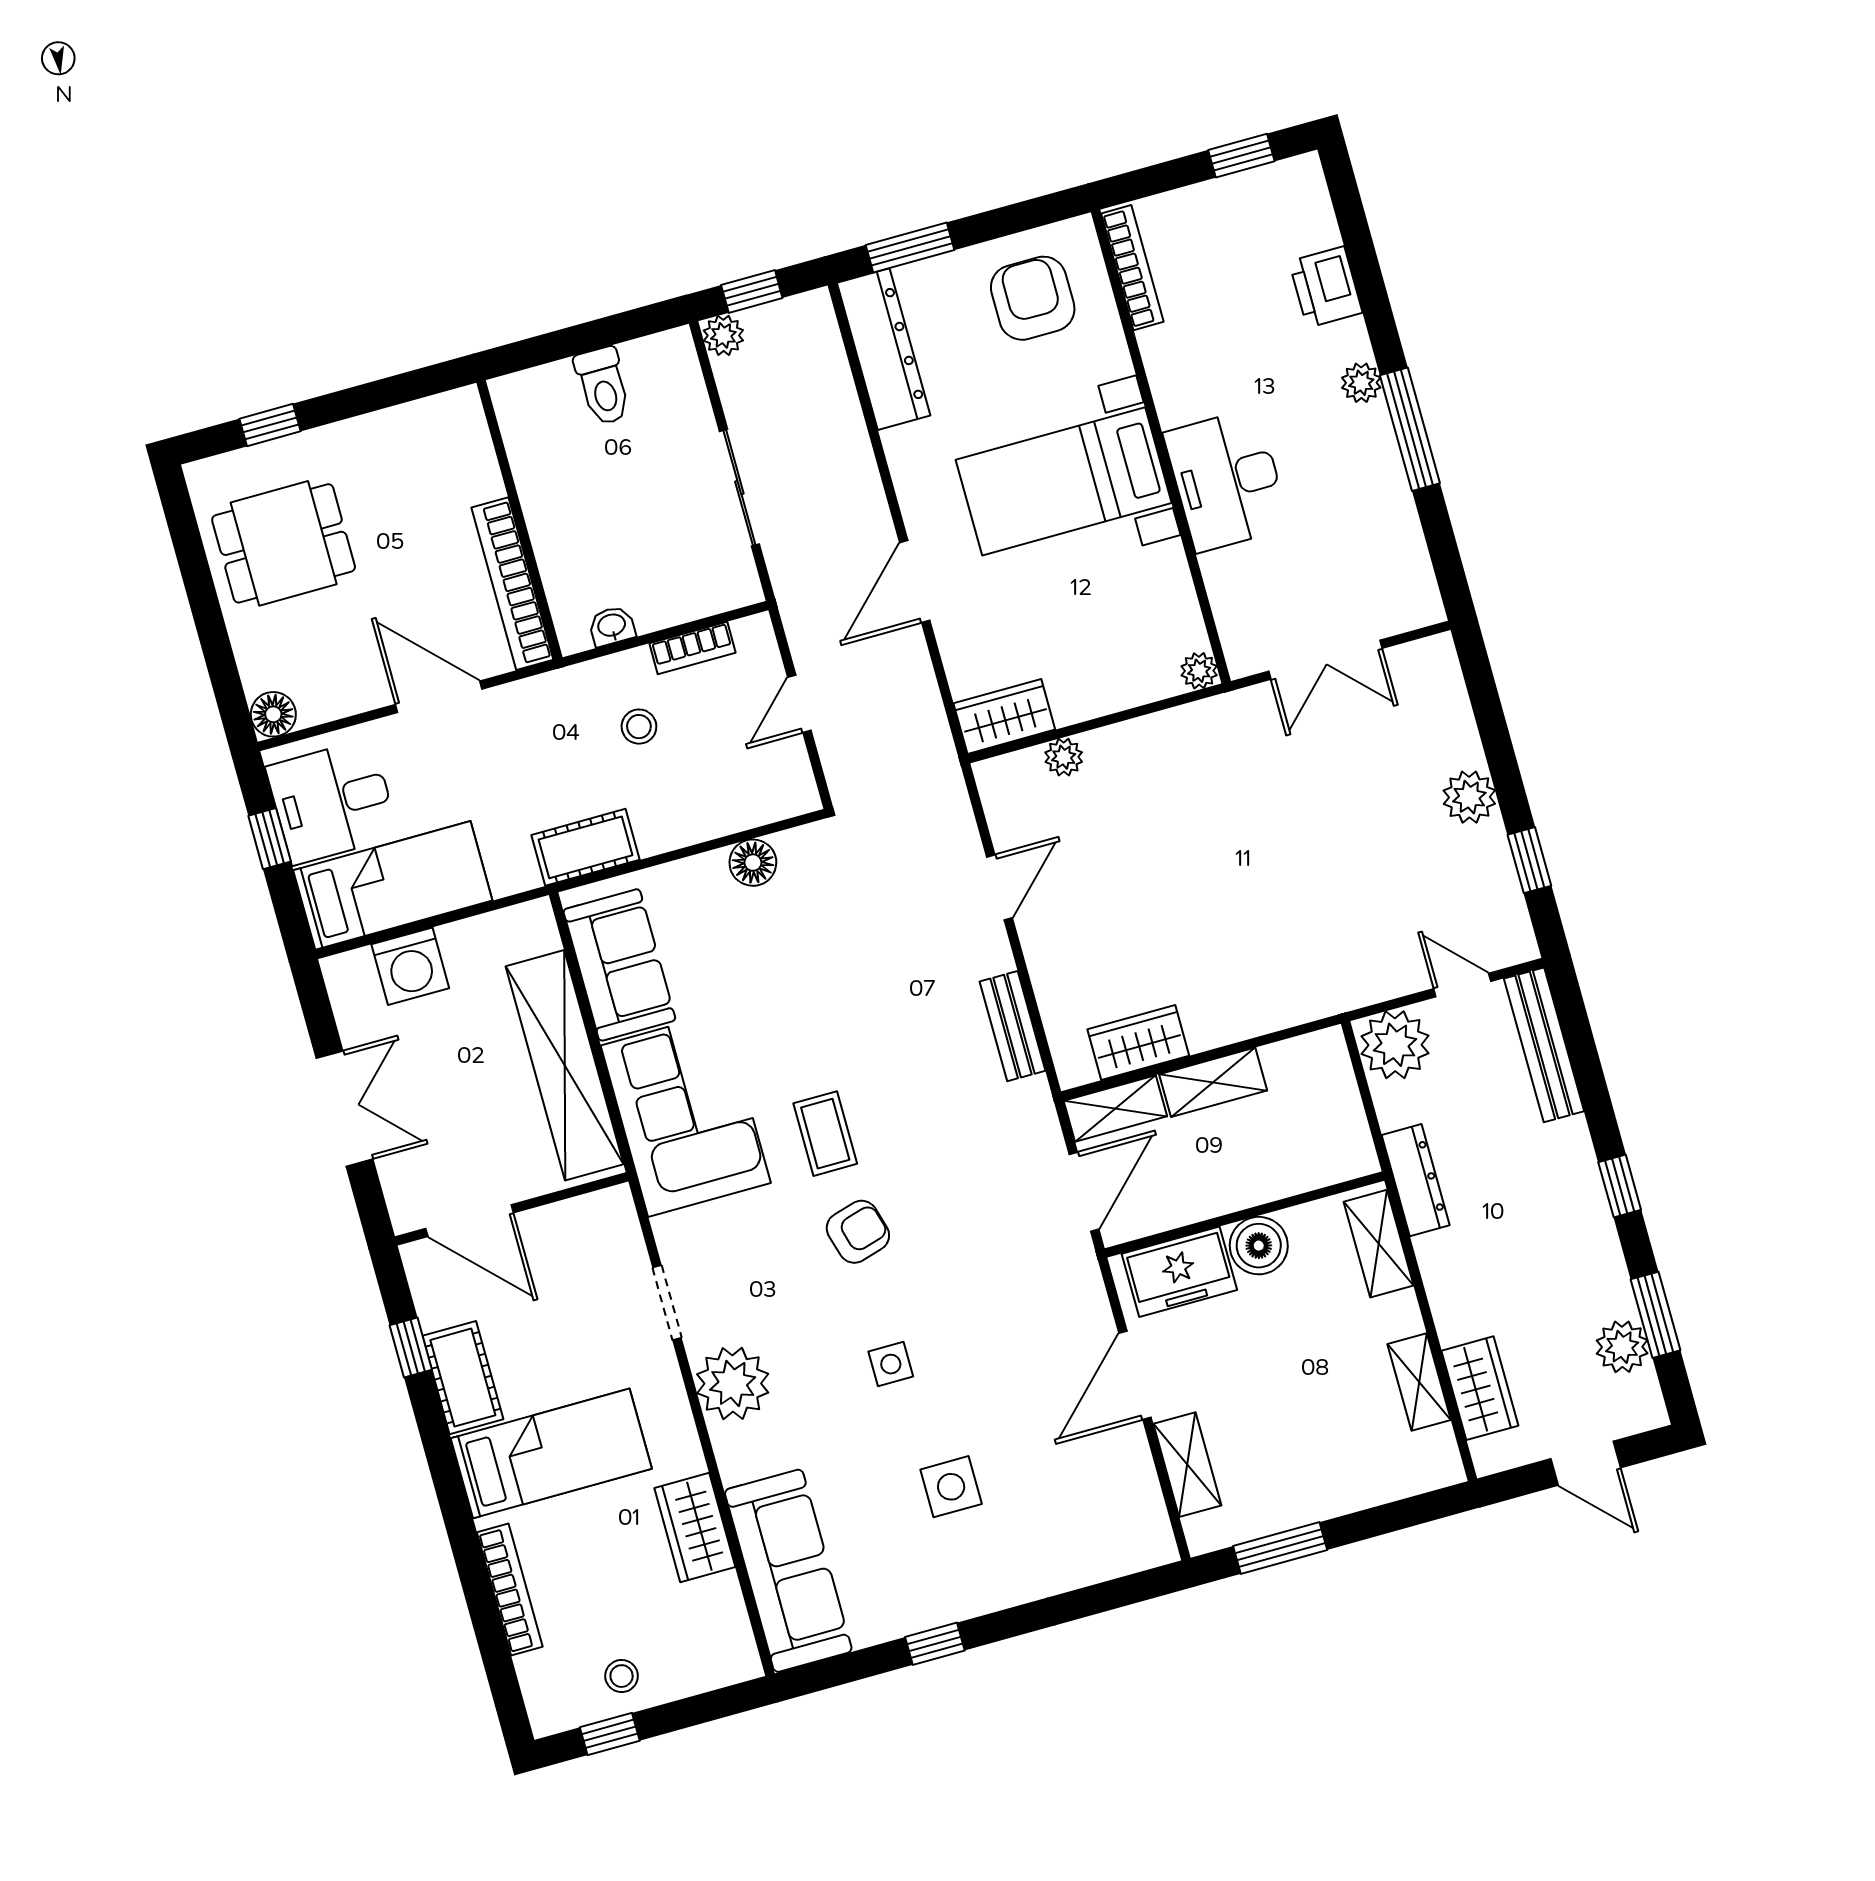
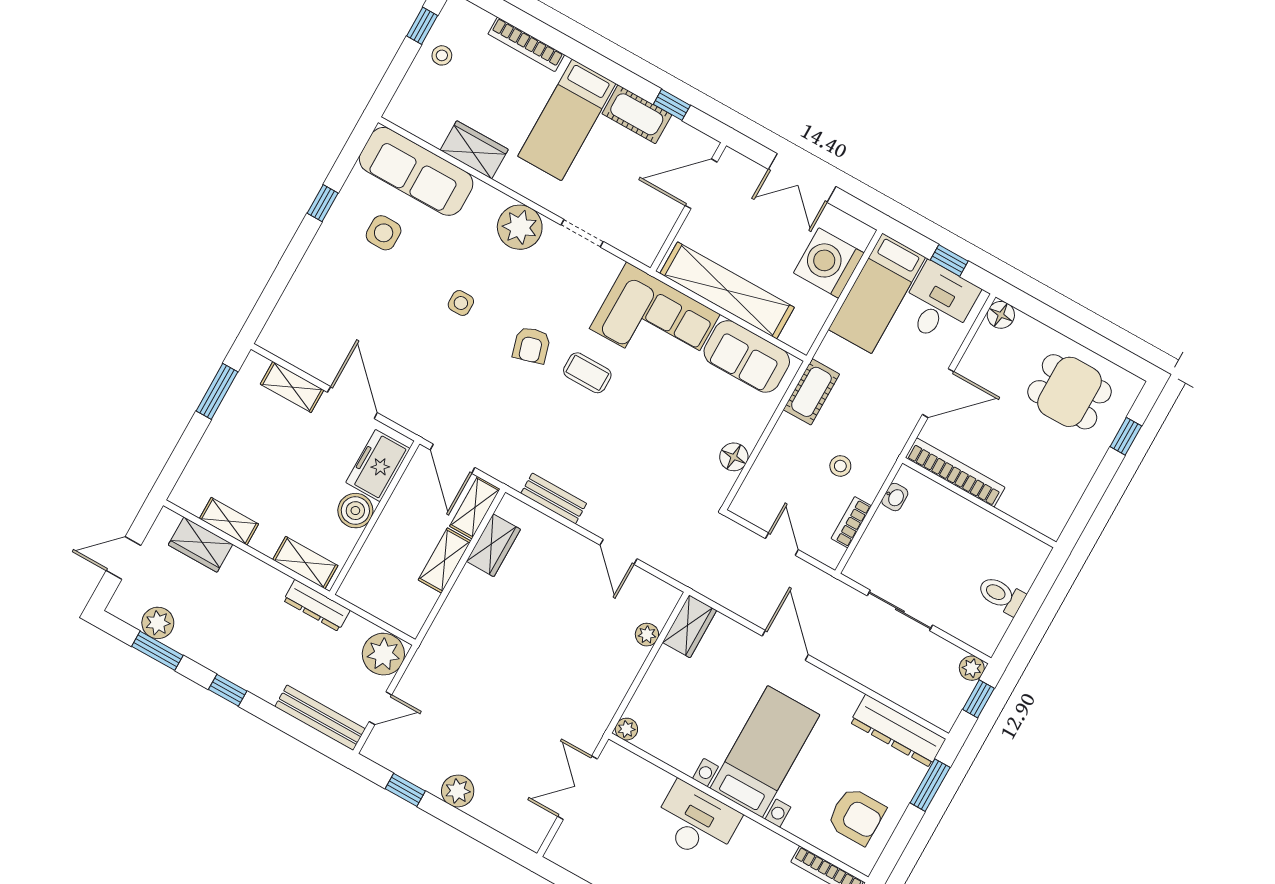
dining table: (284, 543) -> (1070, 392), turned 90
washing machine: (410, 966) -> (829, 263), width x1.37, depth x1.37
side table: (951, 1487) -> (384, 233), moved

